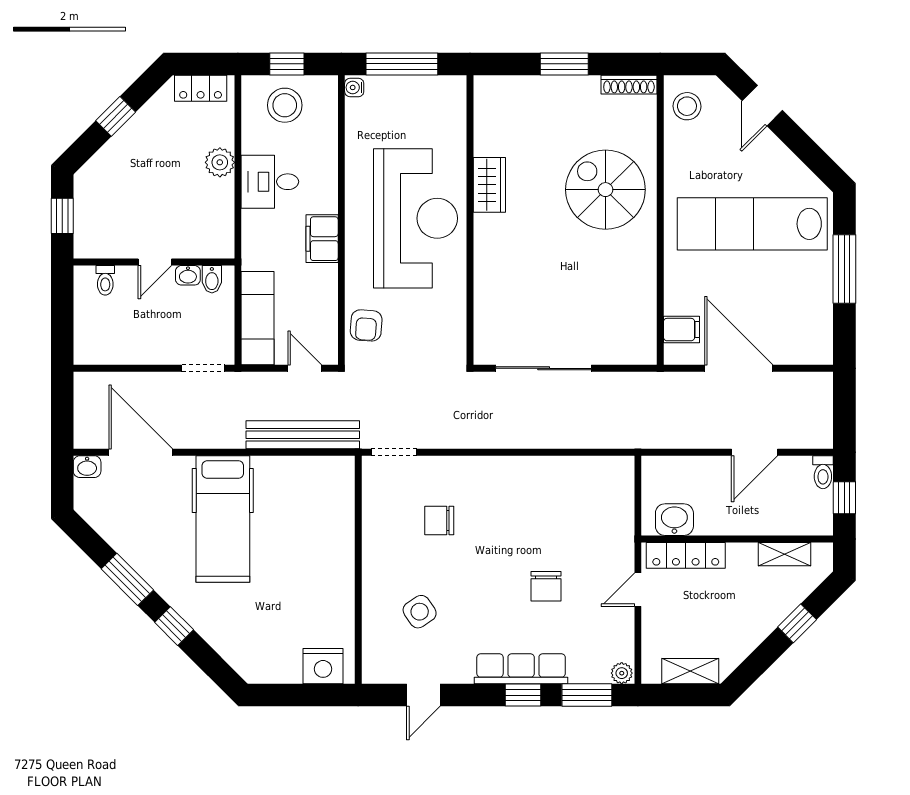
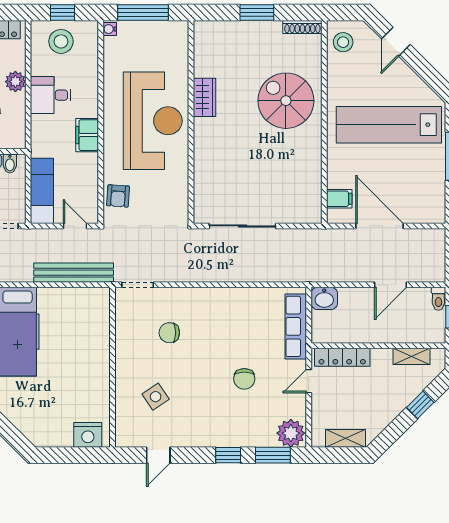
washbasin: (674, 520) -> (324, 298), moved, turned 180
row of seats: (521, 669) -> (296, 326), moved, turned -90
plant: (622, 673) -> (291, 433), width x1.87, depth x1.87

